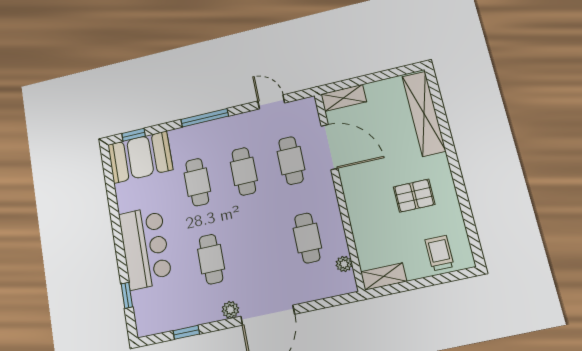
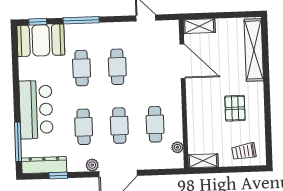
window: (205, 118) -> (81, 20), moved
cafe table: (291, 161) -> (119, 126), moved
pallet: (414, 196) -> (235, 108), turned 90
trolley: (439, 253) -> (244, 151), turned -98
window: (127, 295) -> (18, 142), width x2.17
dresser: (165, 321) -> (44, 165), added

